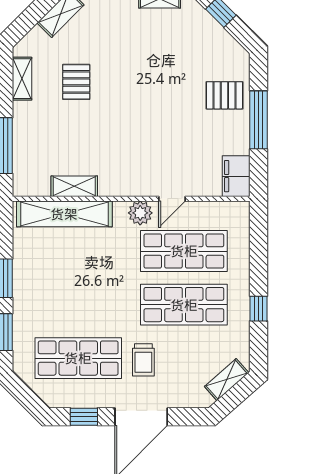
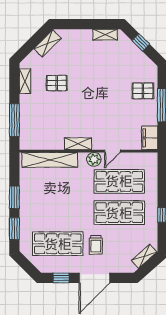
pallet: (76, 82) -> (57, 83), turned 90
shelving: (74, 186) -> (78, 144), moved

